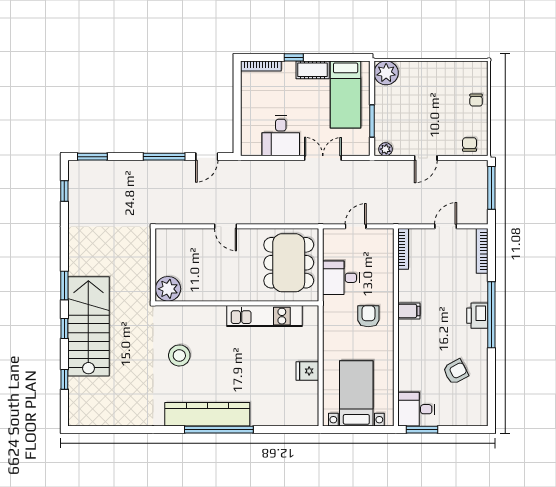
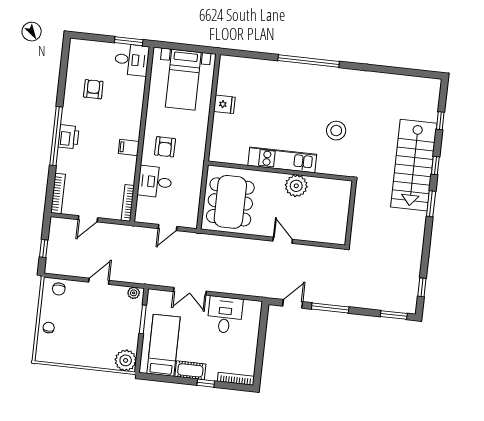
window: (491, 188) -> (44, 248), width x0.46
desk: (341, 278) -> (155, 182), moved, turned 180
plant: (168, 289) -> (296, 186), moved
kitchen unit: (264, 316) -> (282, 160), moved
armchair: (456, 372) -> (93, 89), turned 118
kitchen counter: (207, 414) -> (317, 76), removed

